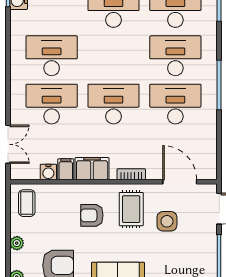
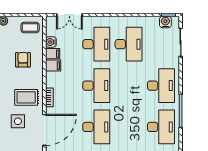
desk: (175, 56) -> (129, 127), removed
filing cabinet: (92, 169) -> (53, 66), width x0.50
door: (180, 182) -> (44, 130), width x1.36
armchair: (92, 215) -> (23, 60), moved

